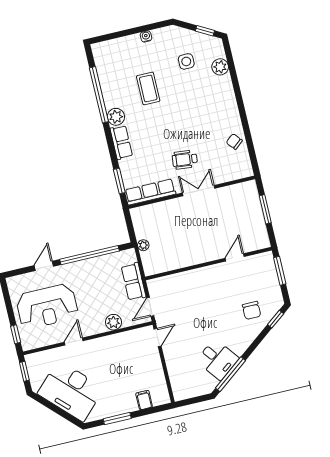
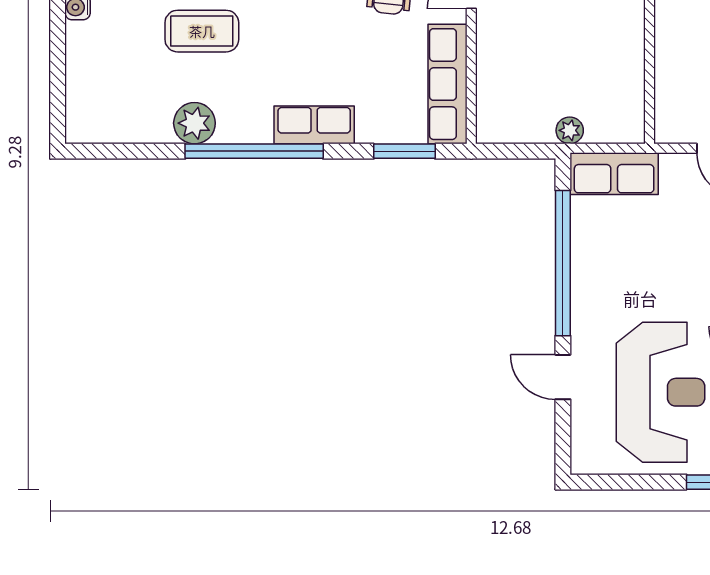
window: (99, 95) -> (254, 151), moved
plant: (116, 117) -> (194, 123), moved
row of seats: (134, 282) -> (614, 174), moved

